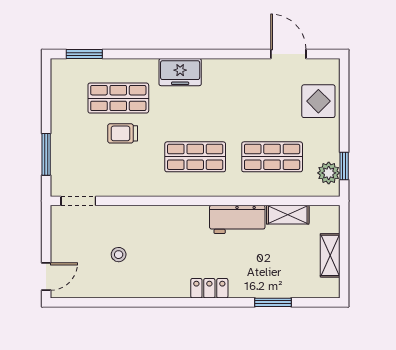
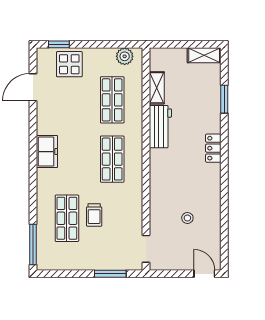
window: (84, 54) -> (33, 244), width x1.44
freezer: (180, 72) -> (47, 152), moved
window: (344, 166) -> (59, 44), moved
shelving: (330, 255) -> (204, 55), moved

